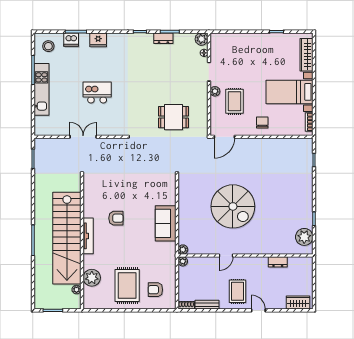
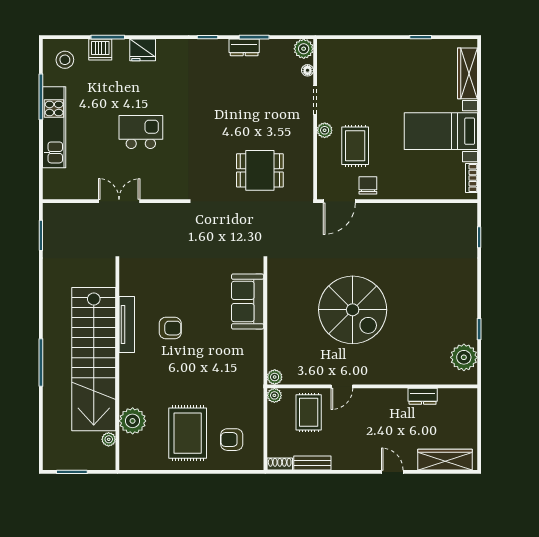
chair: (262, 122) -> (368, 185), moved
sofa: (166, 223) -> (248, 301), moved
tv unit: (88, 236) -> (127, 325), moved
rug: (237, 291) -> (309, 412), moved
wardrobe: (298, 303) -> (445, 460), width x1.50

